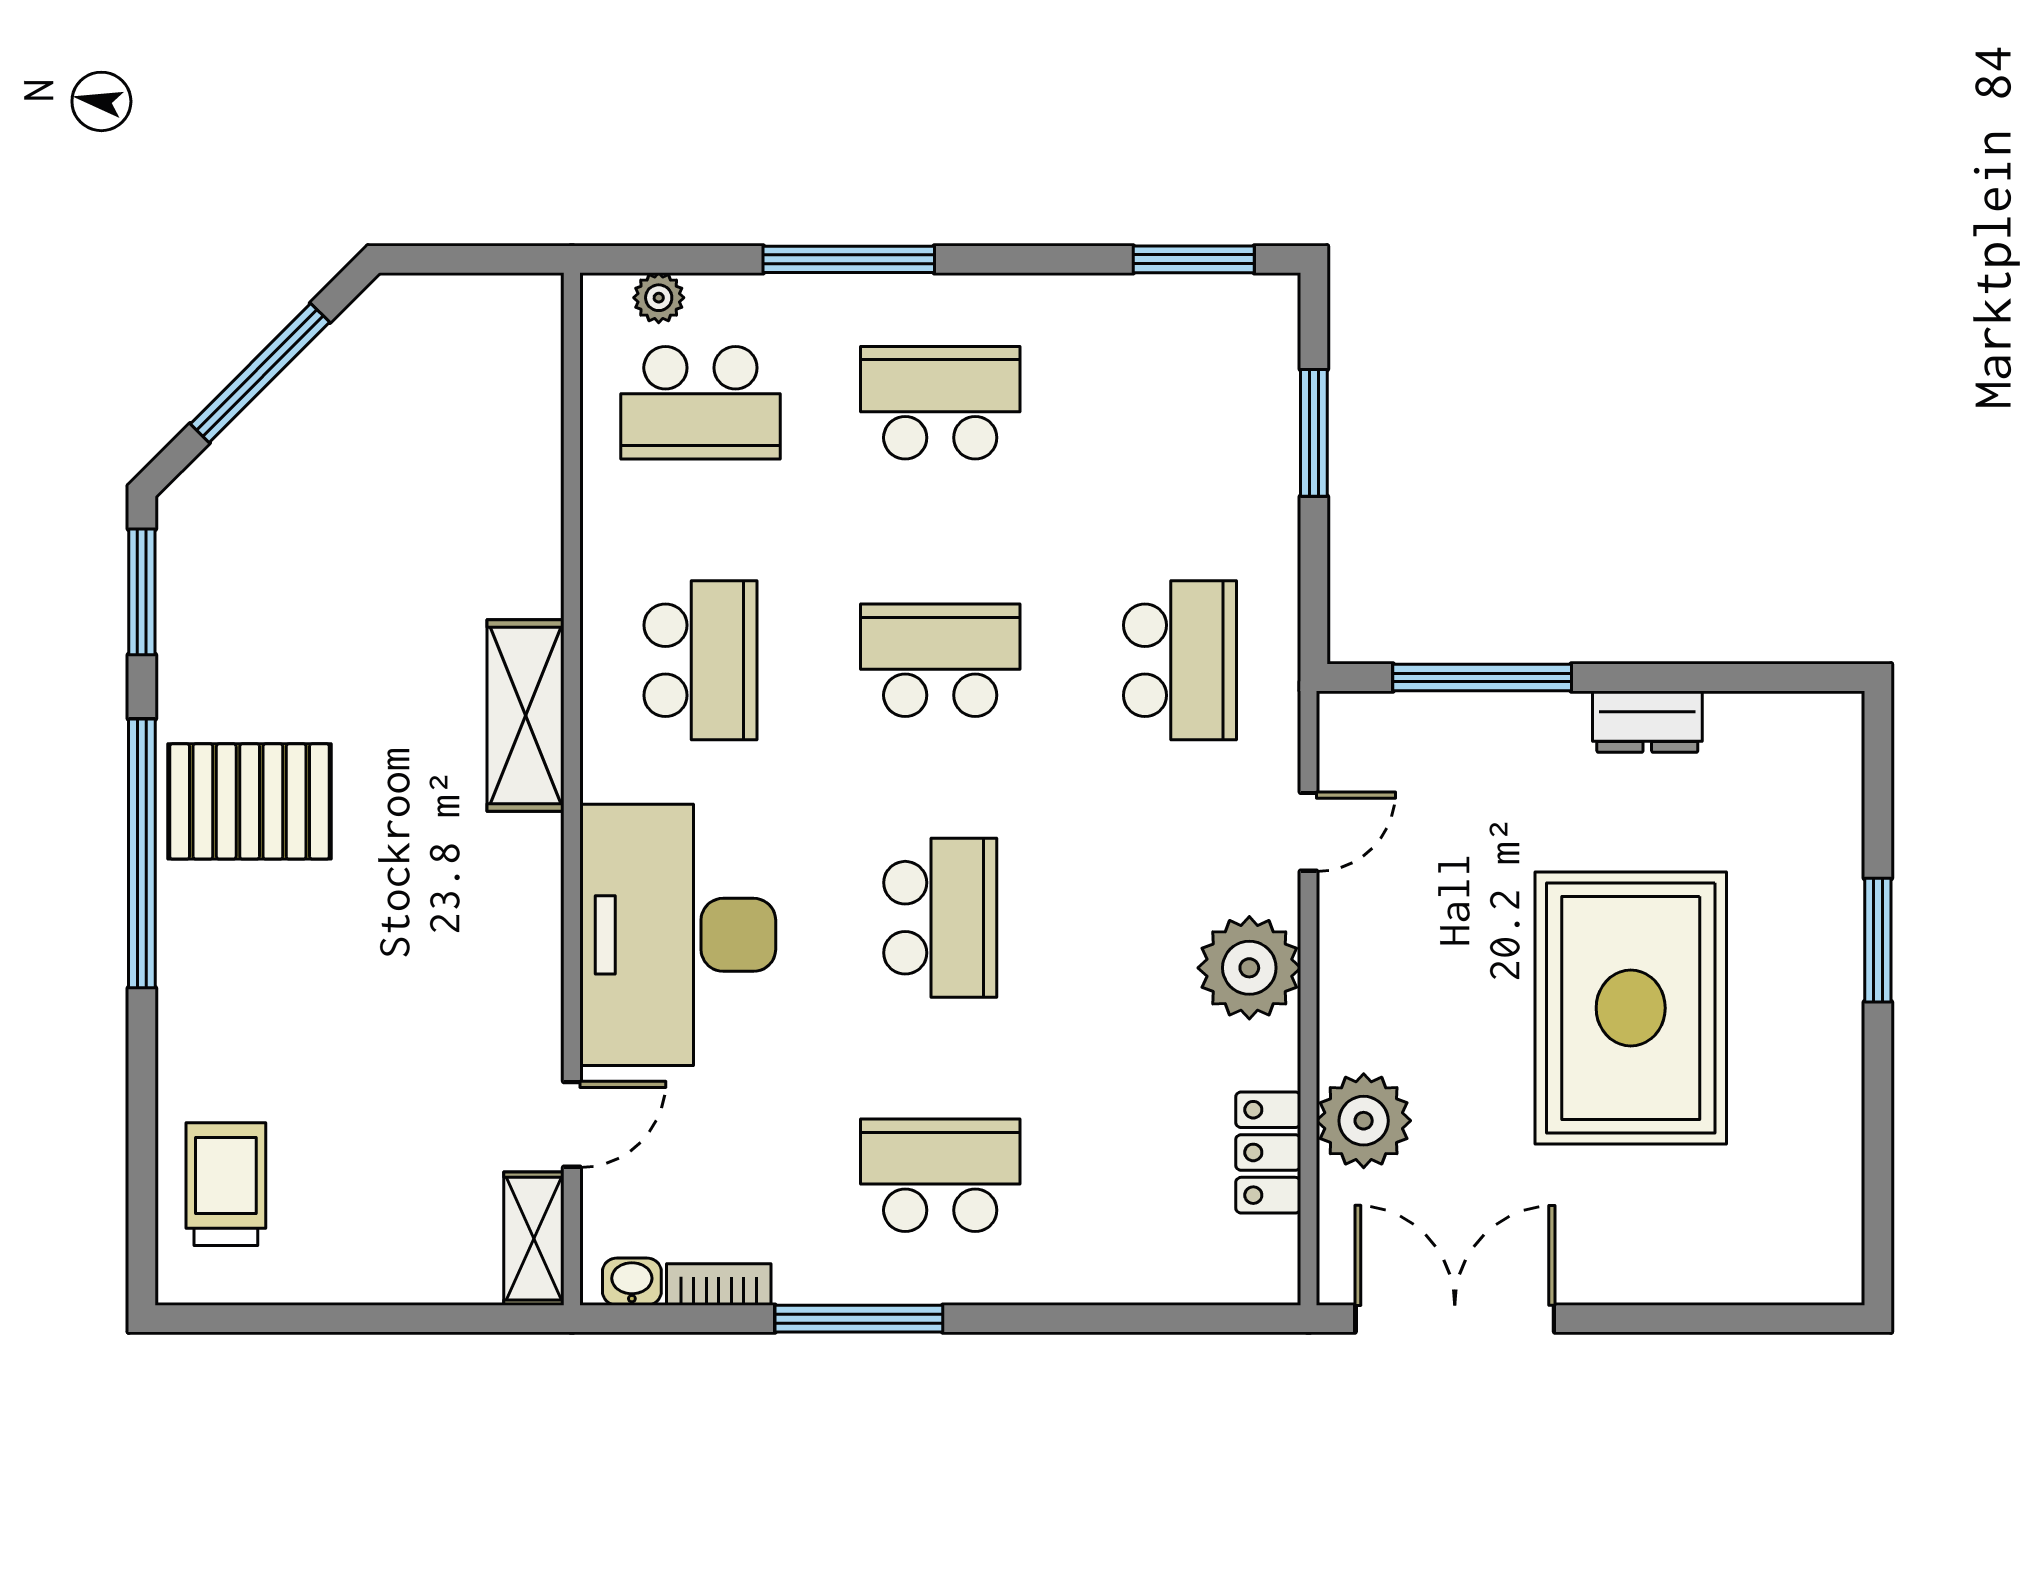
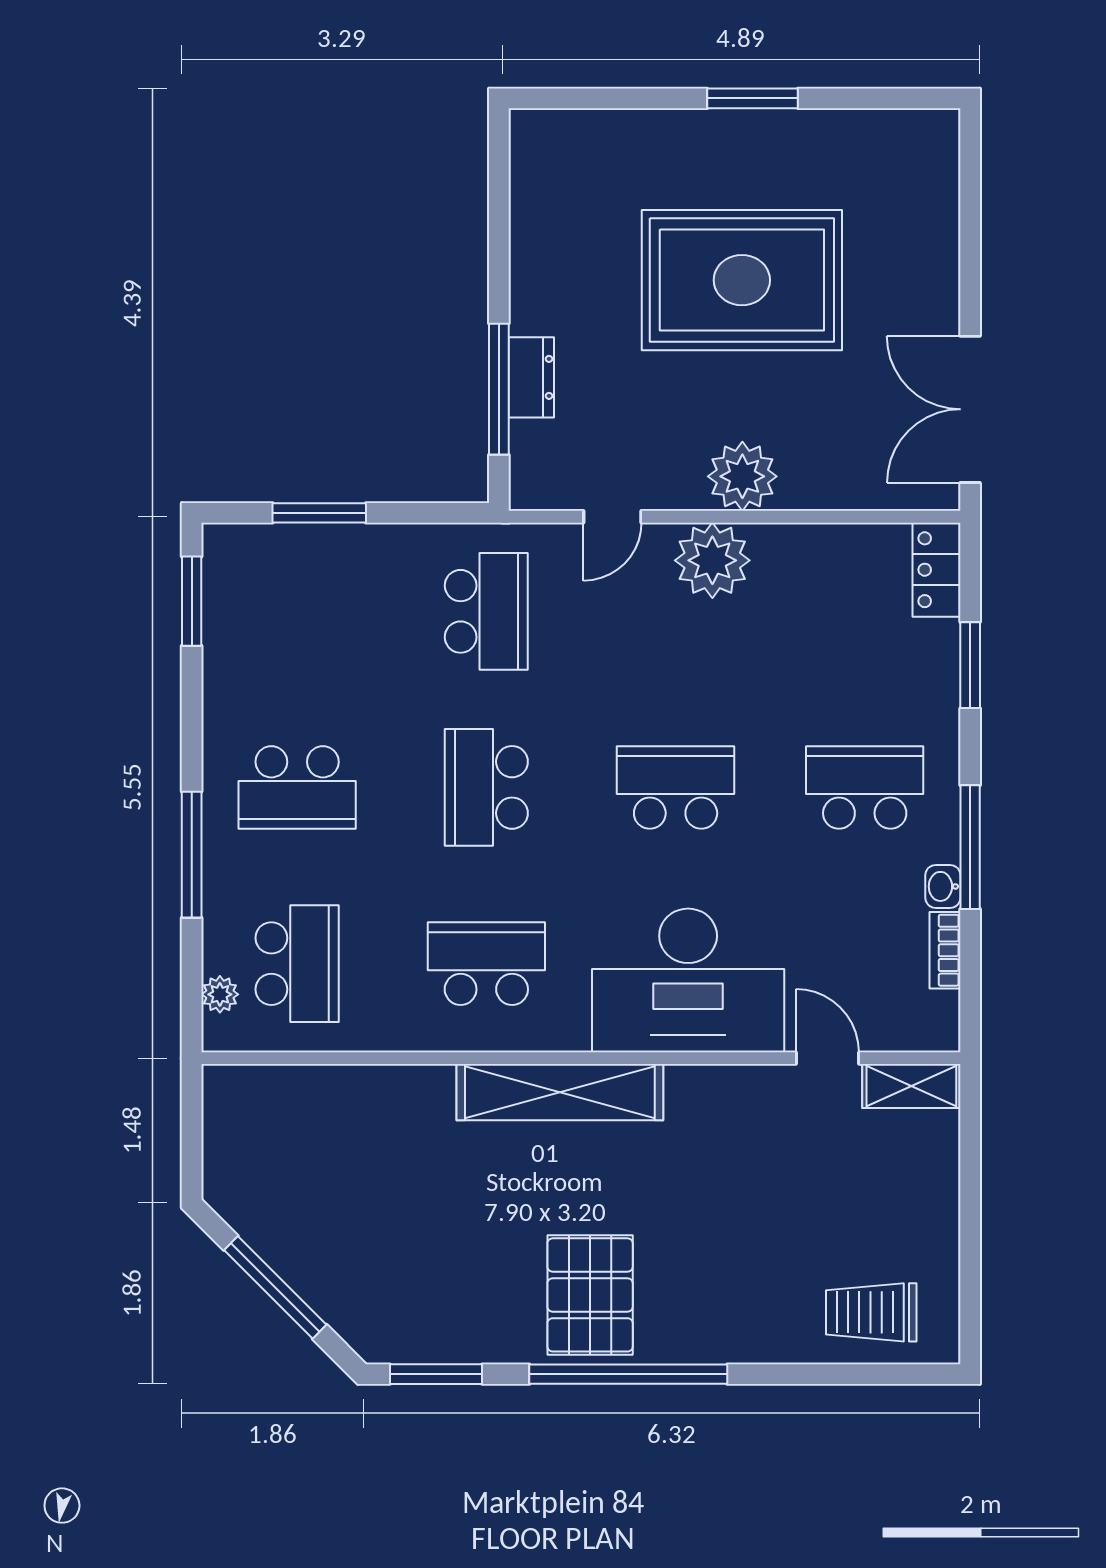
school desk: (940, 403) -> (297, 787), turned -90
school desk: (1180, 660) -> (486, 611), turned 90
shelving: (526, 716) -> (560, 1092), width x1.47
dresser: (1647, 722) -> (531, 377), moved
door: (1309, 832) -> (612, 517), swing flipped
window: (1878, 940) -> (753, 98), moved
plant: (1364, 1121) -> (742, 476), moved
locker: (1268, 1152) -> (937, 570), moved, turned 90
school desk: (940, 1175) -> (865, 787), turned 90
washbasin: (632, 1282) -> (943, 886), moved
window: (1107, 1319) -> (970, 665), added

